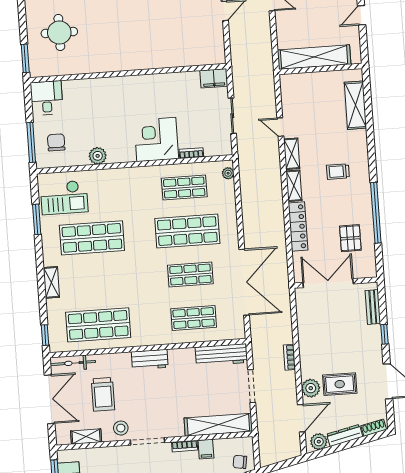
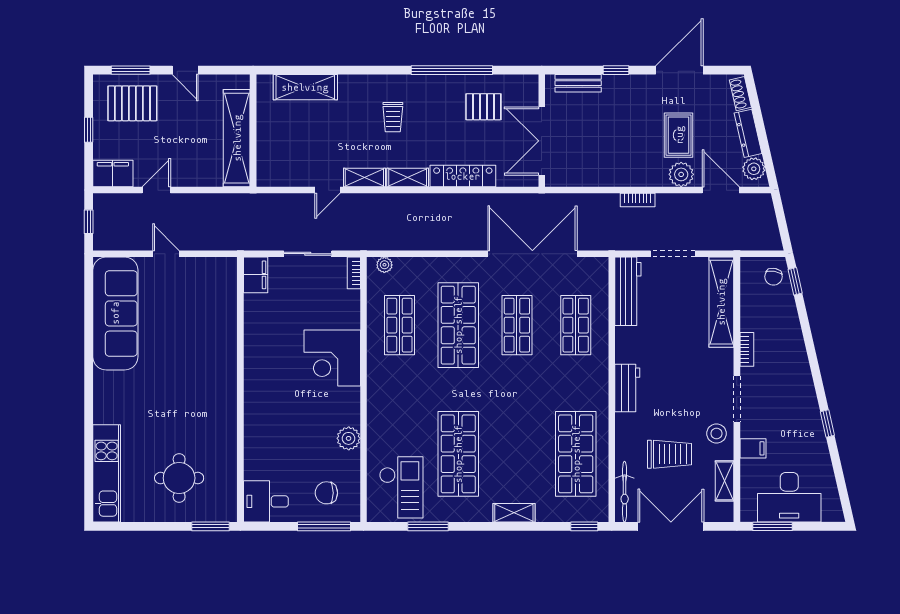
bookcase: (191, 153) -> (354, 273), moved
filing cabinet: (206, 449) -> (753, 448), moved

